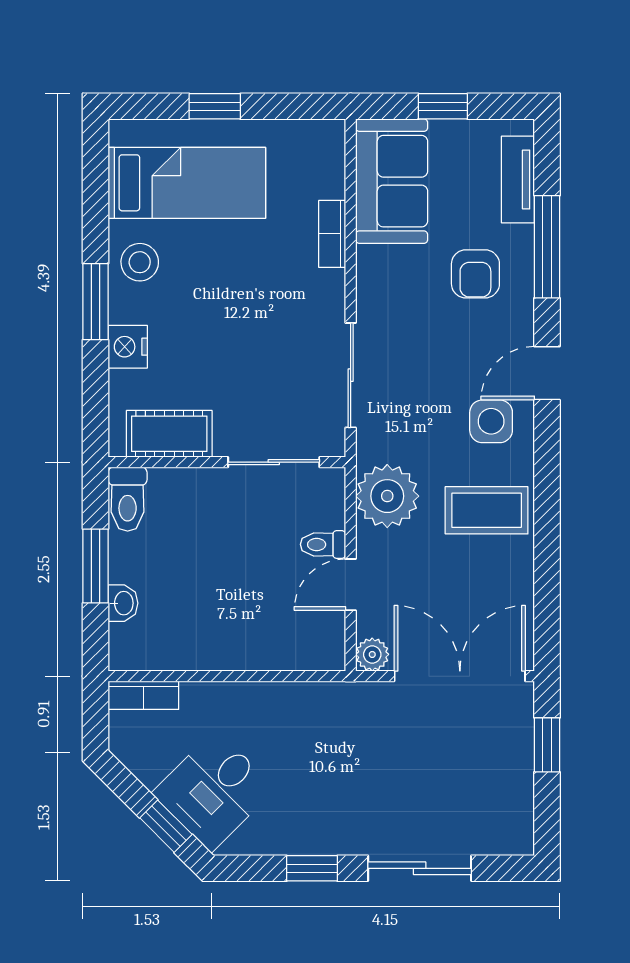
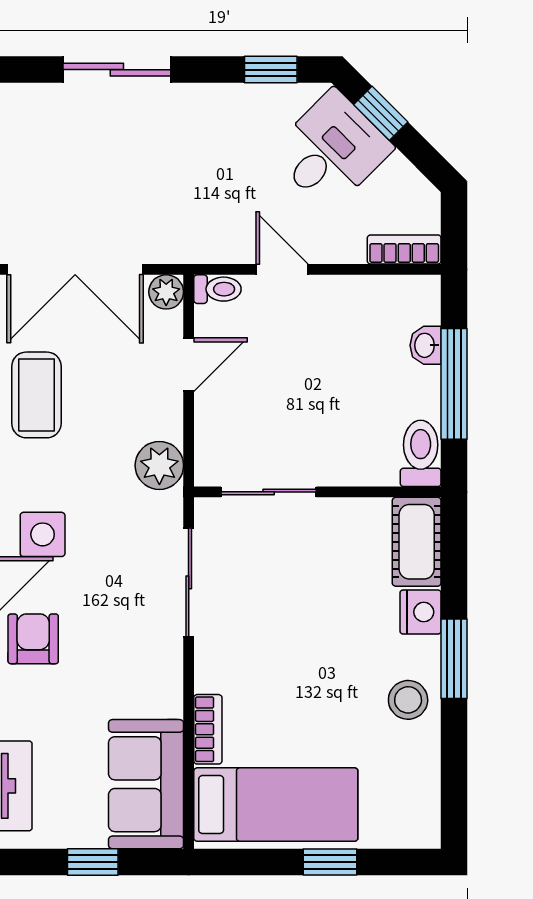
bed: (187, 183) -> (276, 805), moved, turned 180
armchair: (475, 274) -> (33, 639), moved
cot: (169, 434) -> (417, 542), moved, turned 90
plant: (387, 496) -> (159, 465), width x0.73, depth x0.73
coffee table: (487, 510) -> (36, 395), moved, turned 90
toilet: (323, 544) -> (217, 289), moved
window: (95, 566) -> (454, 384), width x1.44
door: (261, 676) -> (282, 269), added
window: (312, 868) -> (271, 70), moved

